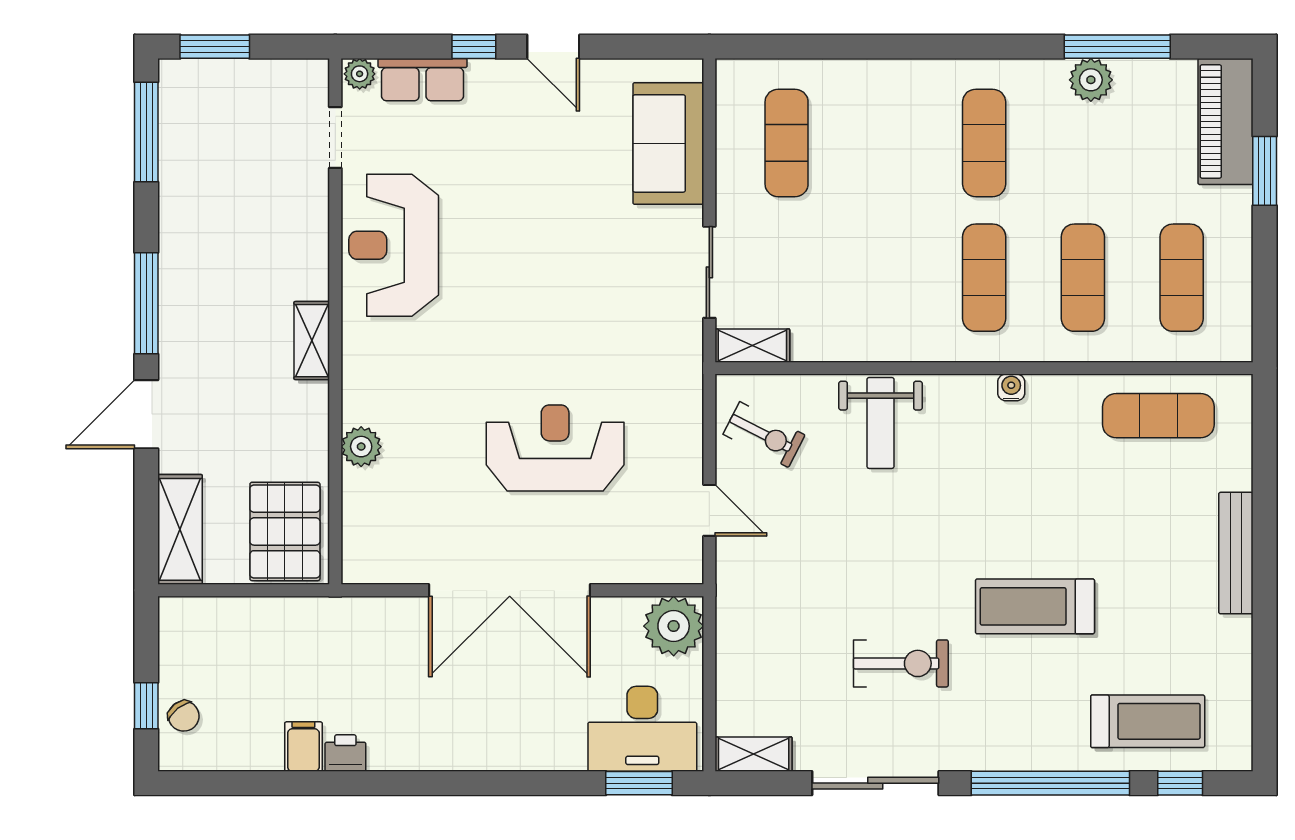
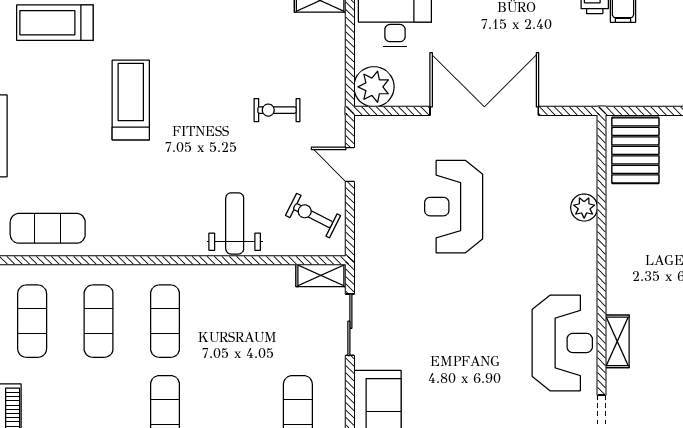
shelving: (312, 341) -> (617, 341), moved
water cooler: (1011, 387) -> (147, 247), removed
reception desk: (555, 448) -> (454, 207), turned 90
treadmill: (1035, 606) -> (131, 100), turned -90
exercise bike: (901, 663) -> (277, 110), moved, width x0.73, depth x0.72

